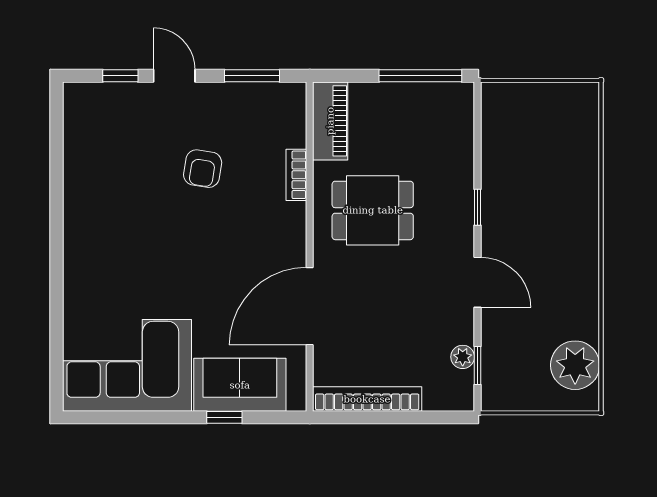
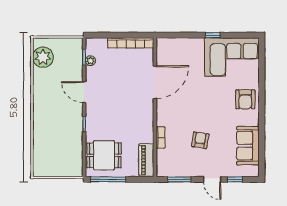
dining table: (373, 210) -> (104, 155), moved
armchair: (96, 265) -> (245, 99), added
sofa: (240, 385) -> (248, 146), moved, turned 90
window: (224, 417) -> (213, 35), moved

